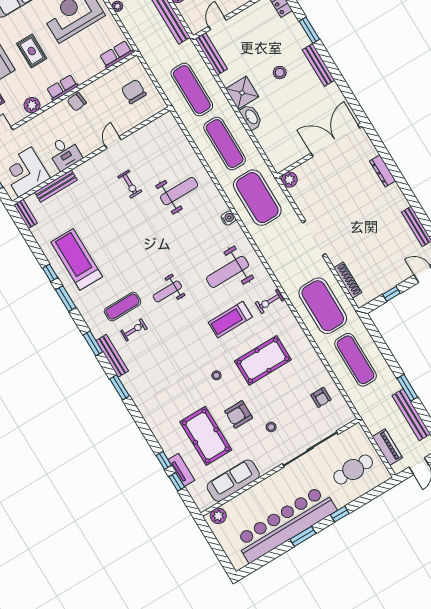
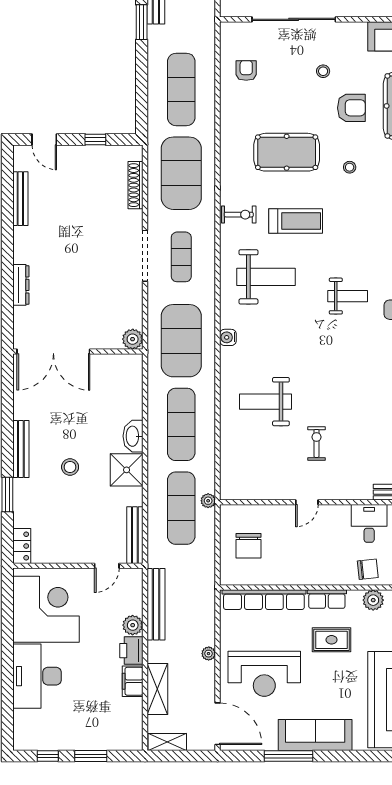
rug: (32, 51) -> (332, 640), moved, turned 90
row of seats: (116, 54) -> (264, 600), width x2.02
chair: (77, 102) -> (368, 569), moved
plant: (177, 105) -> (208, 501), added
exercise mat: (290, 252) -> (181, 257), added

